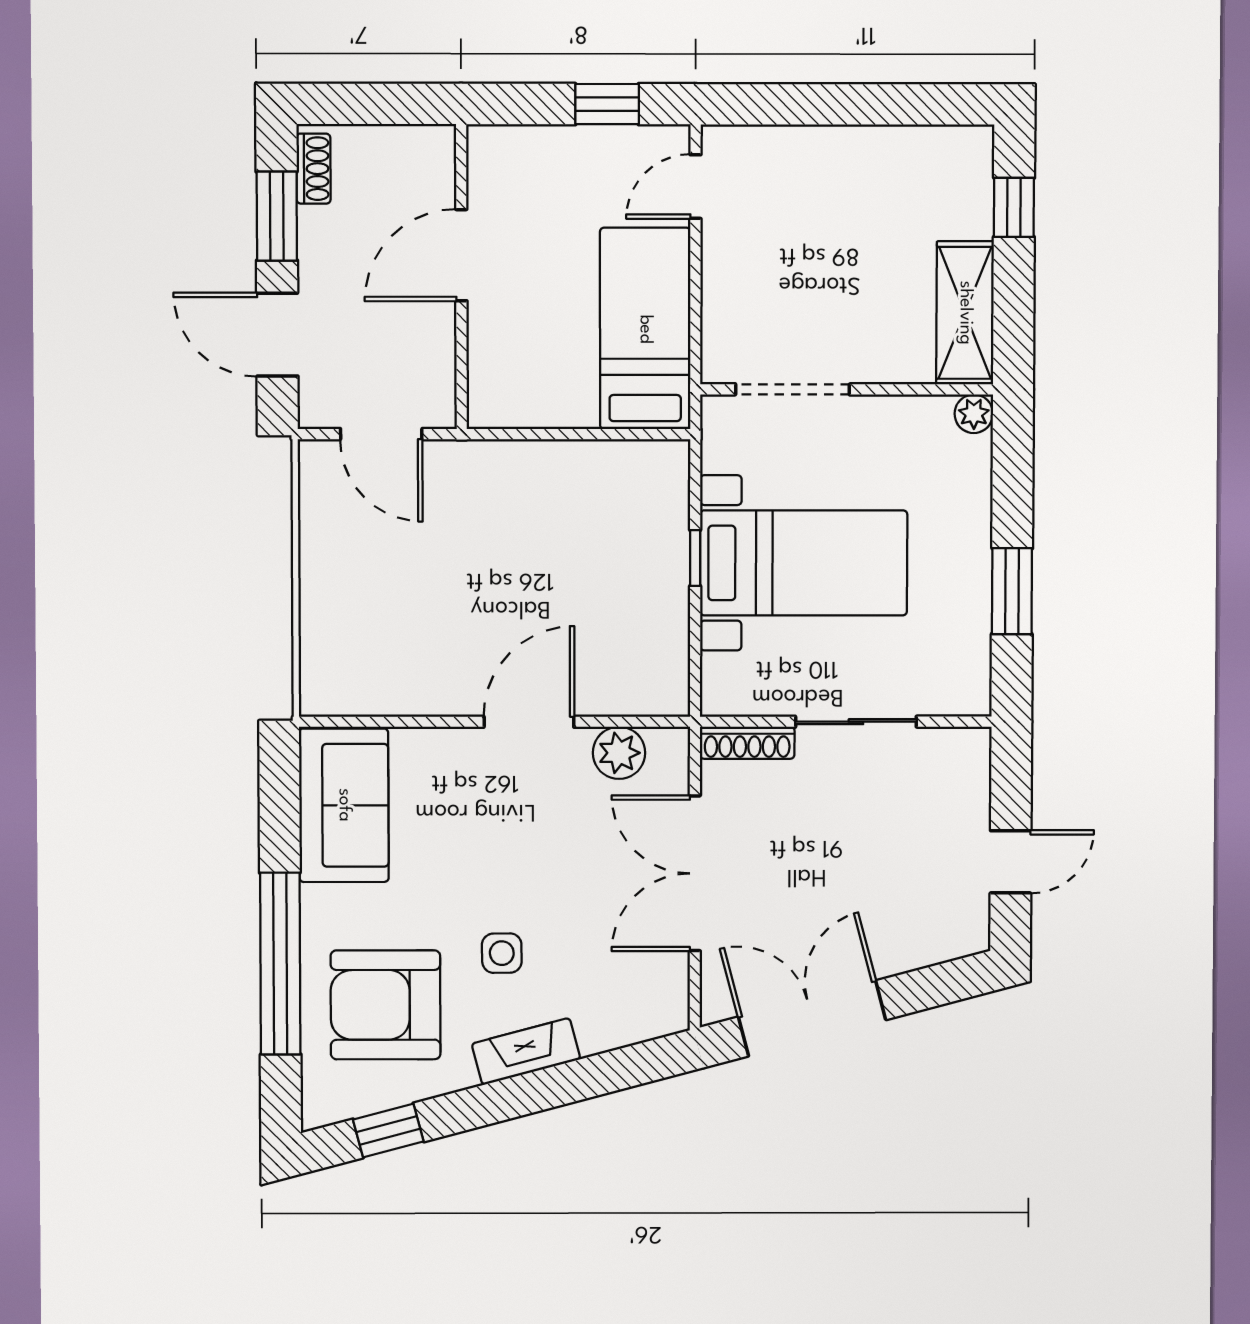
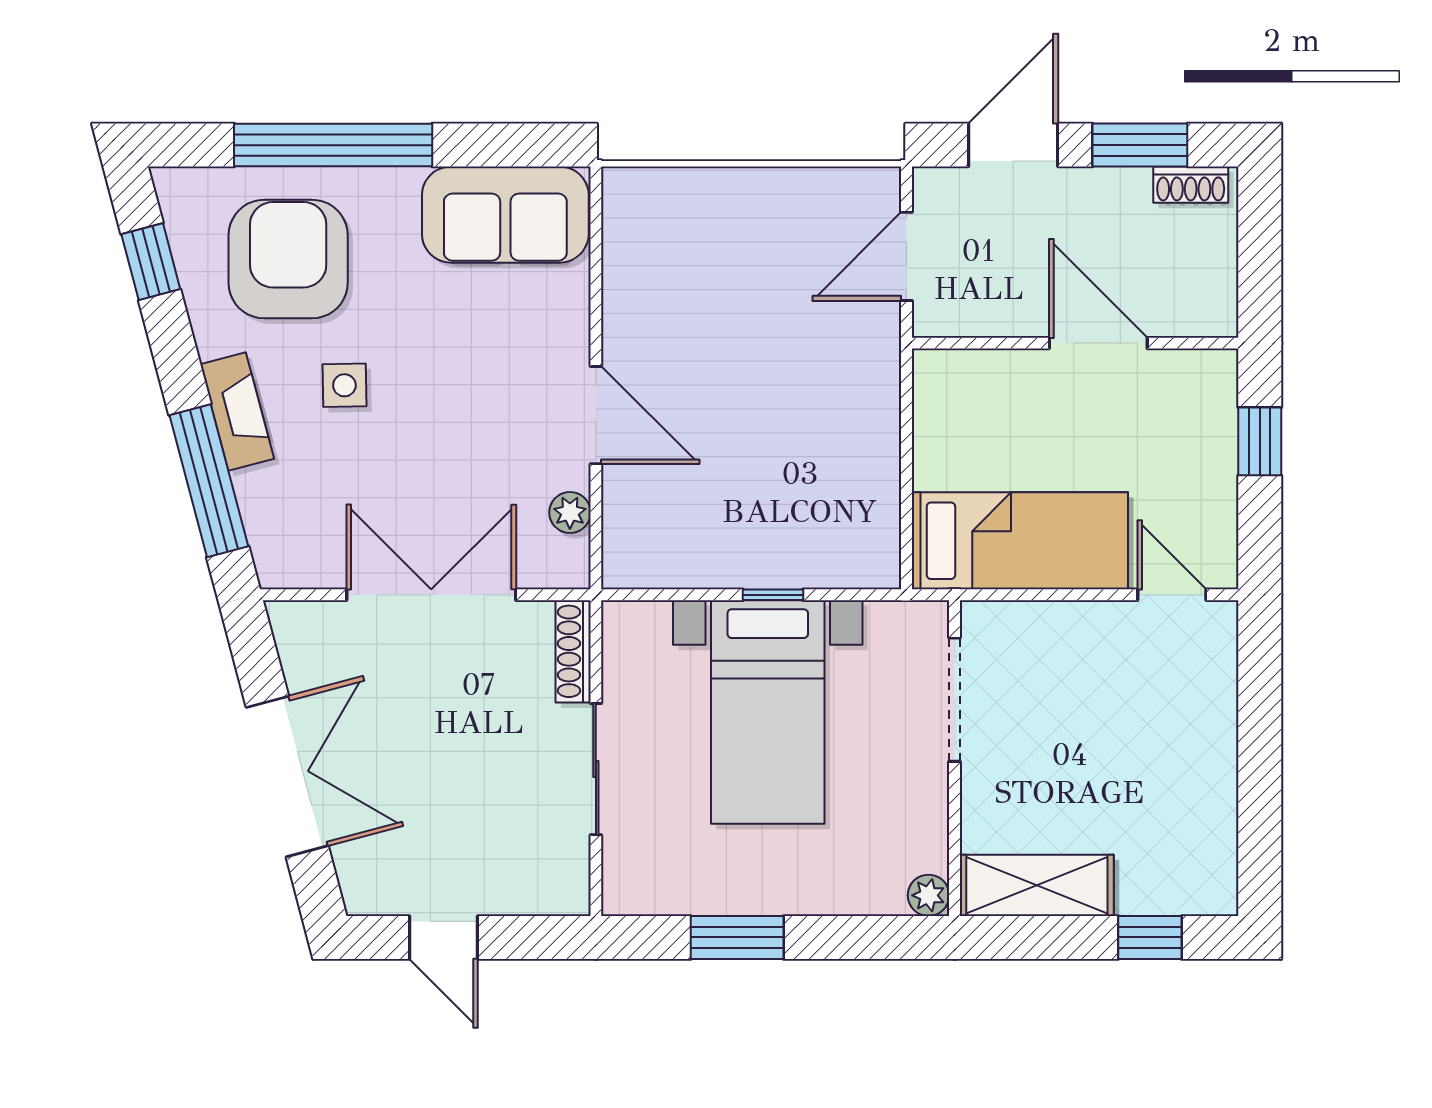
window: (607, 104) -> (1260, 441), moved
plant: (619, 753) -> (570, 513), width x0.73, depth x0.73
double door: (812, 1018) -> (287, 777), moved
window: (590, 1077) -> (209, 481), added

